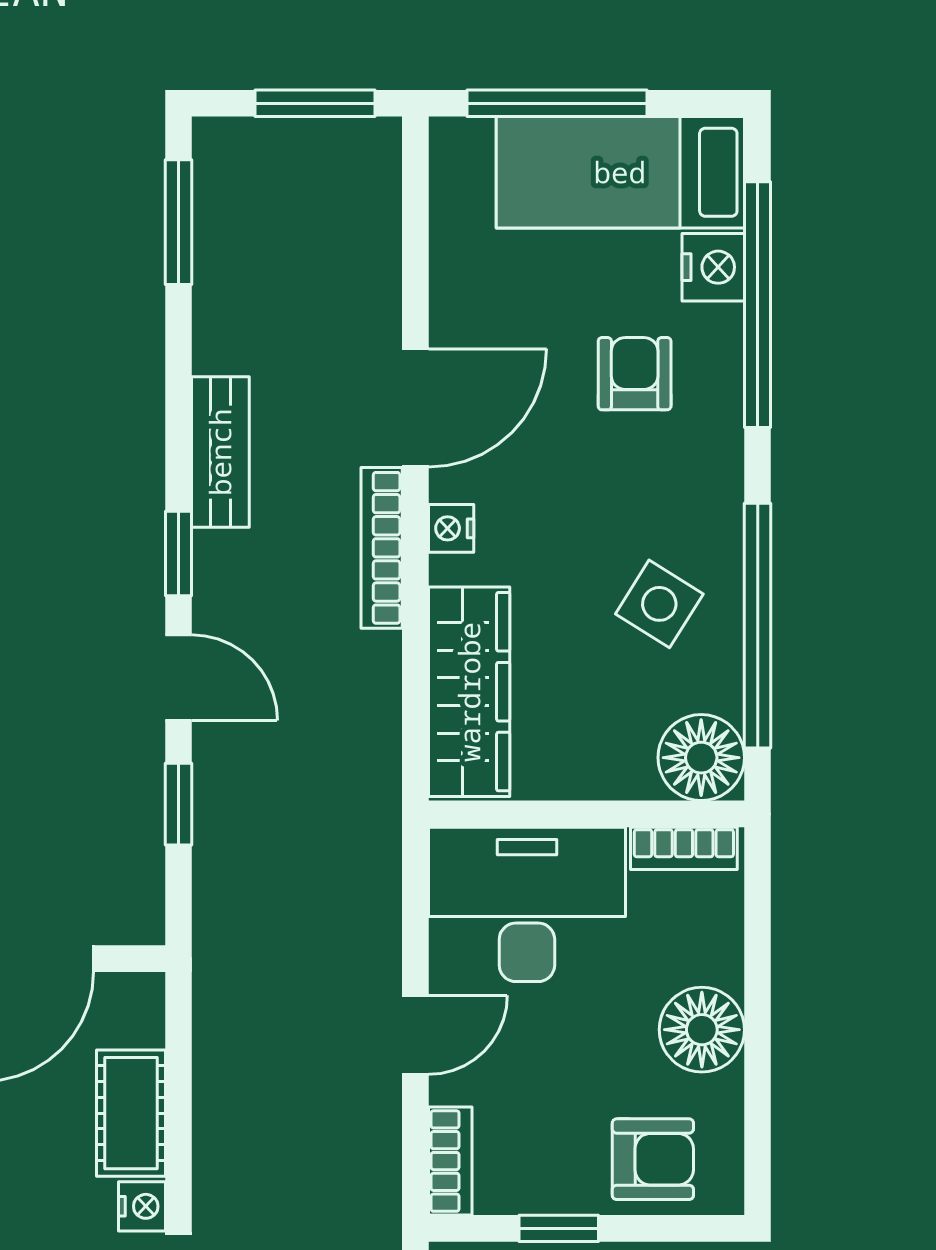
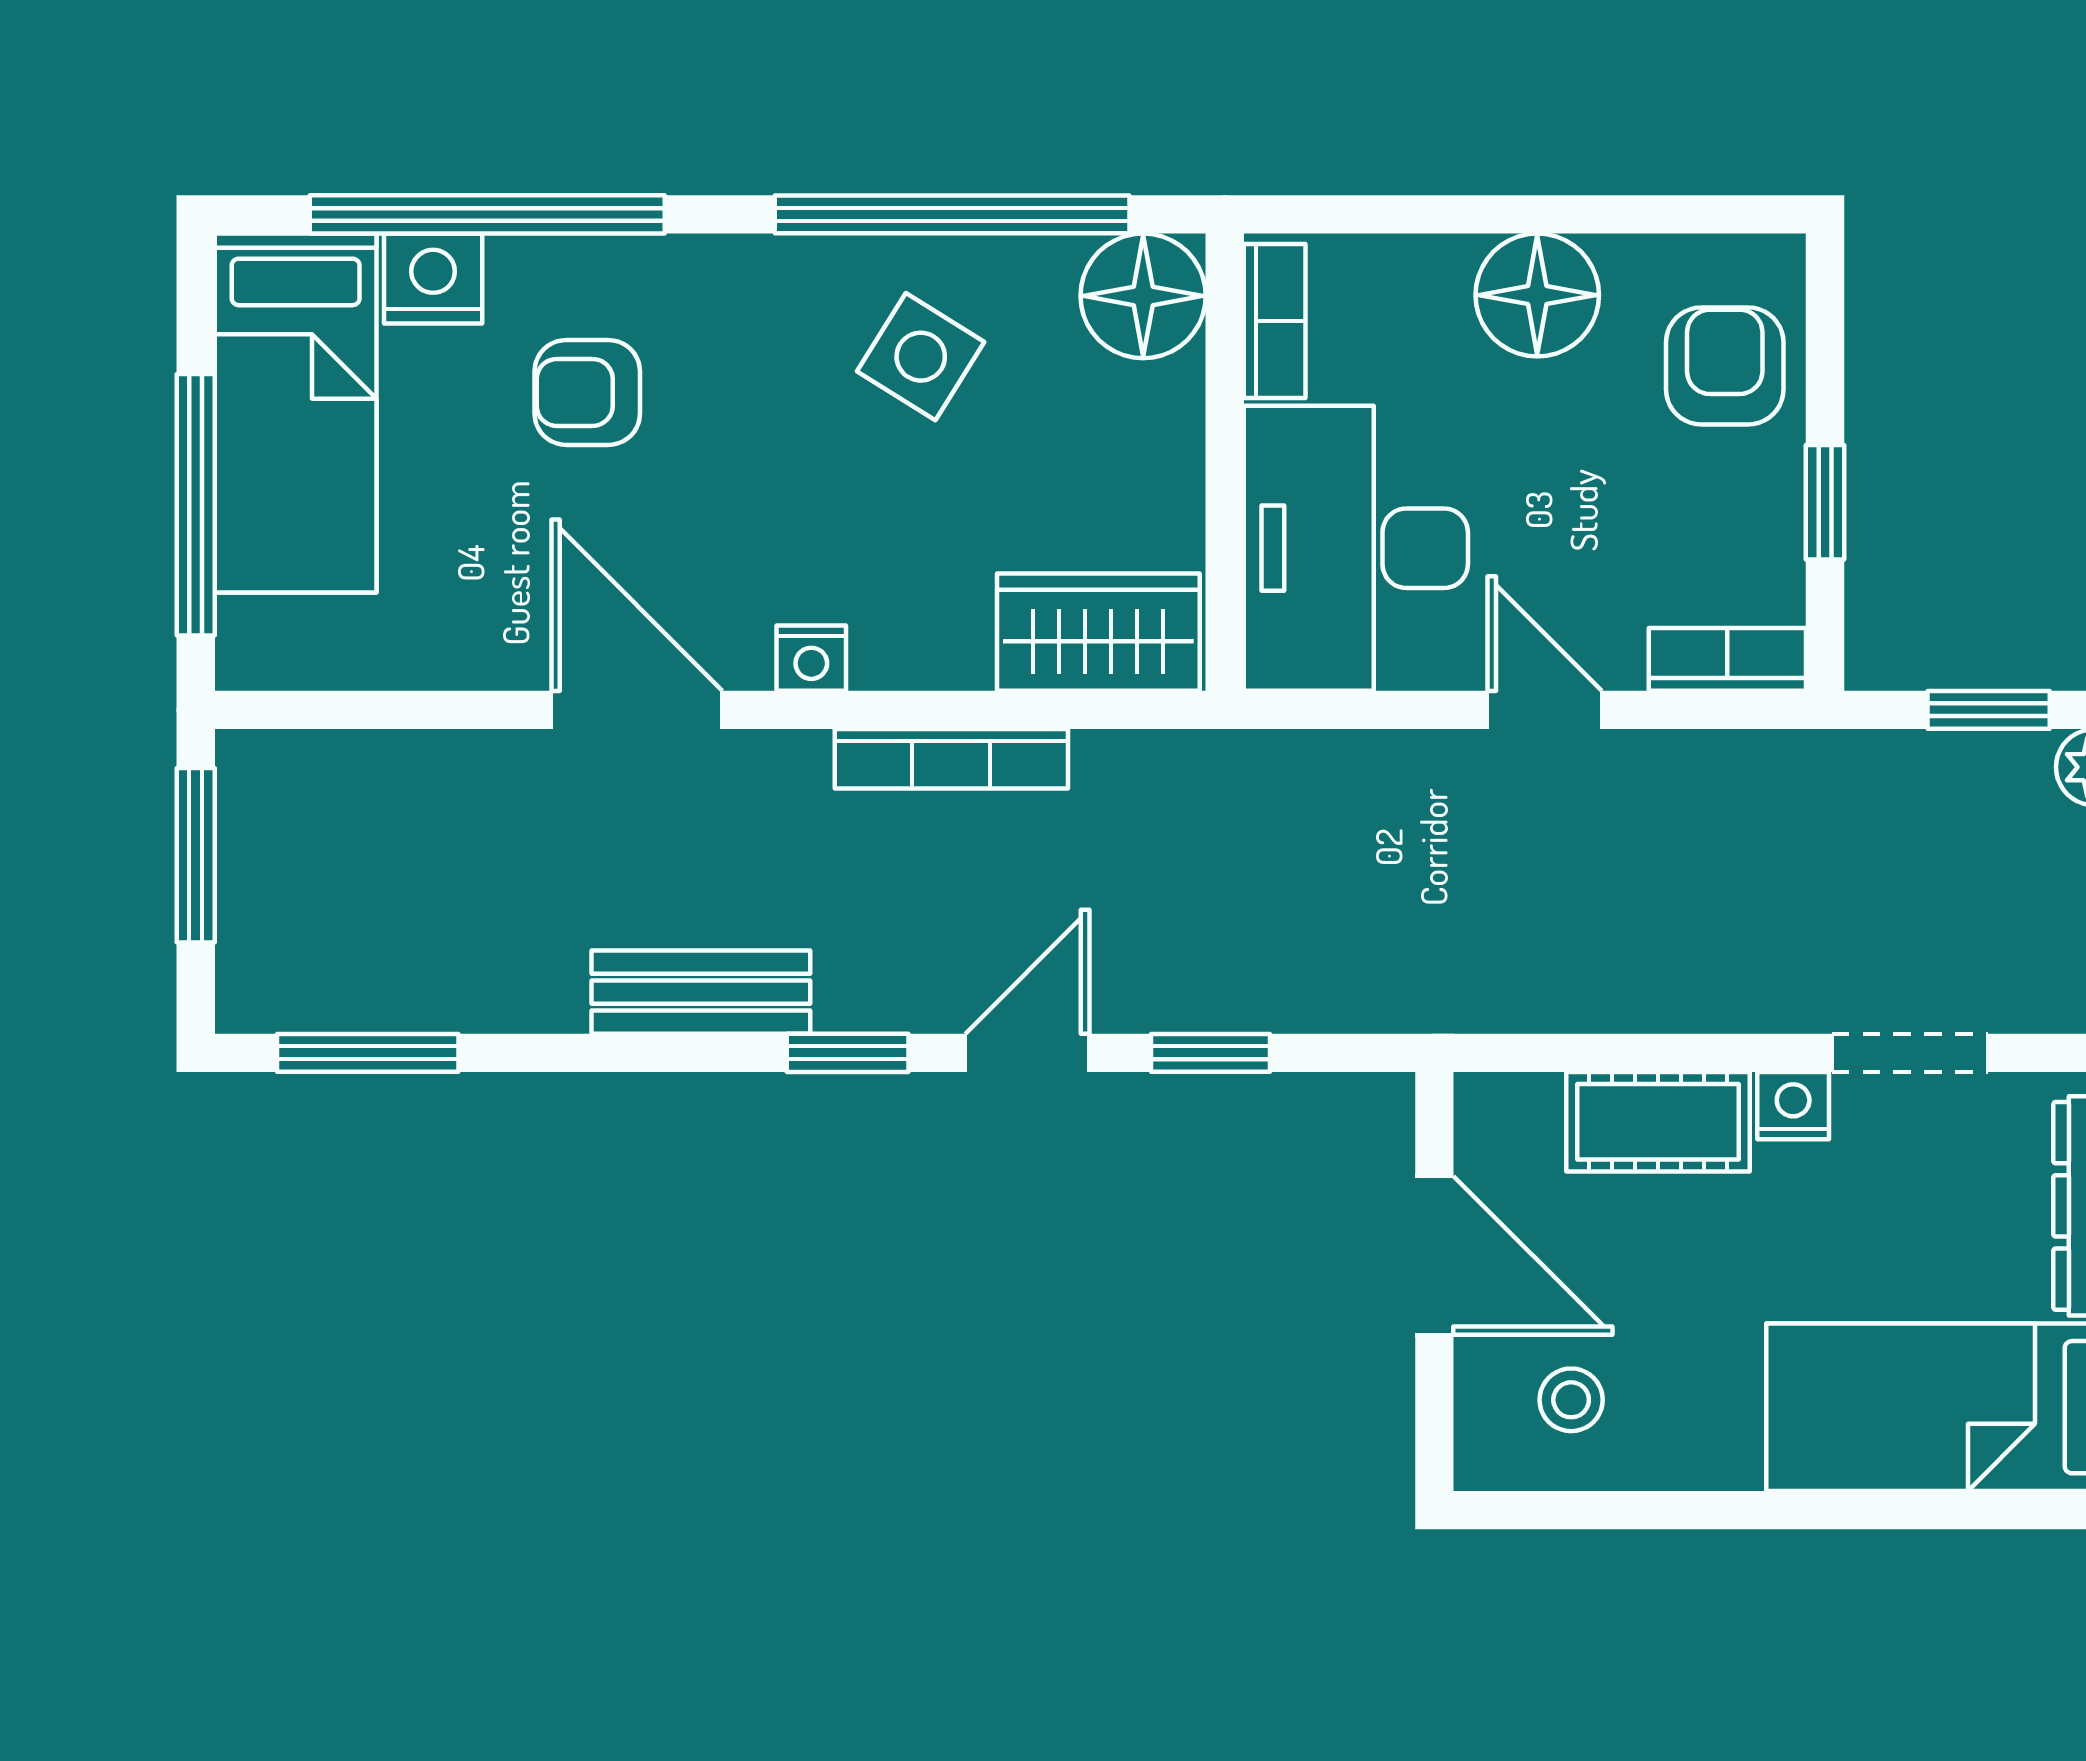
bookcase: (382, 548) -> (951, 759), moved
wardrobe: (469, 692) -> (1098, 632), width x0.67

